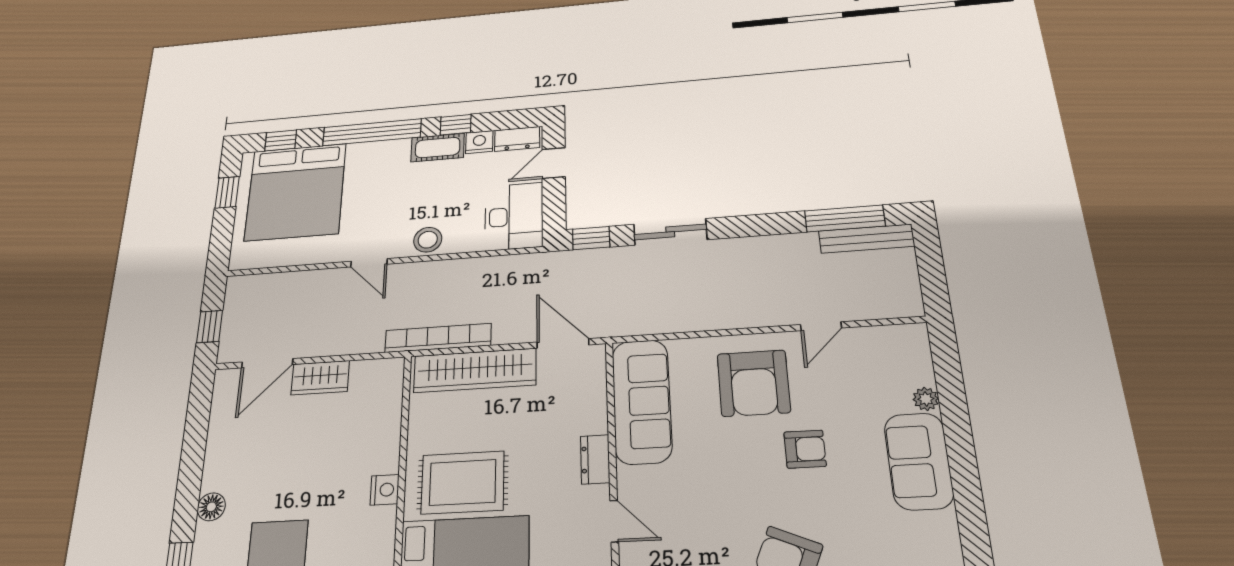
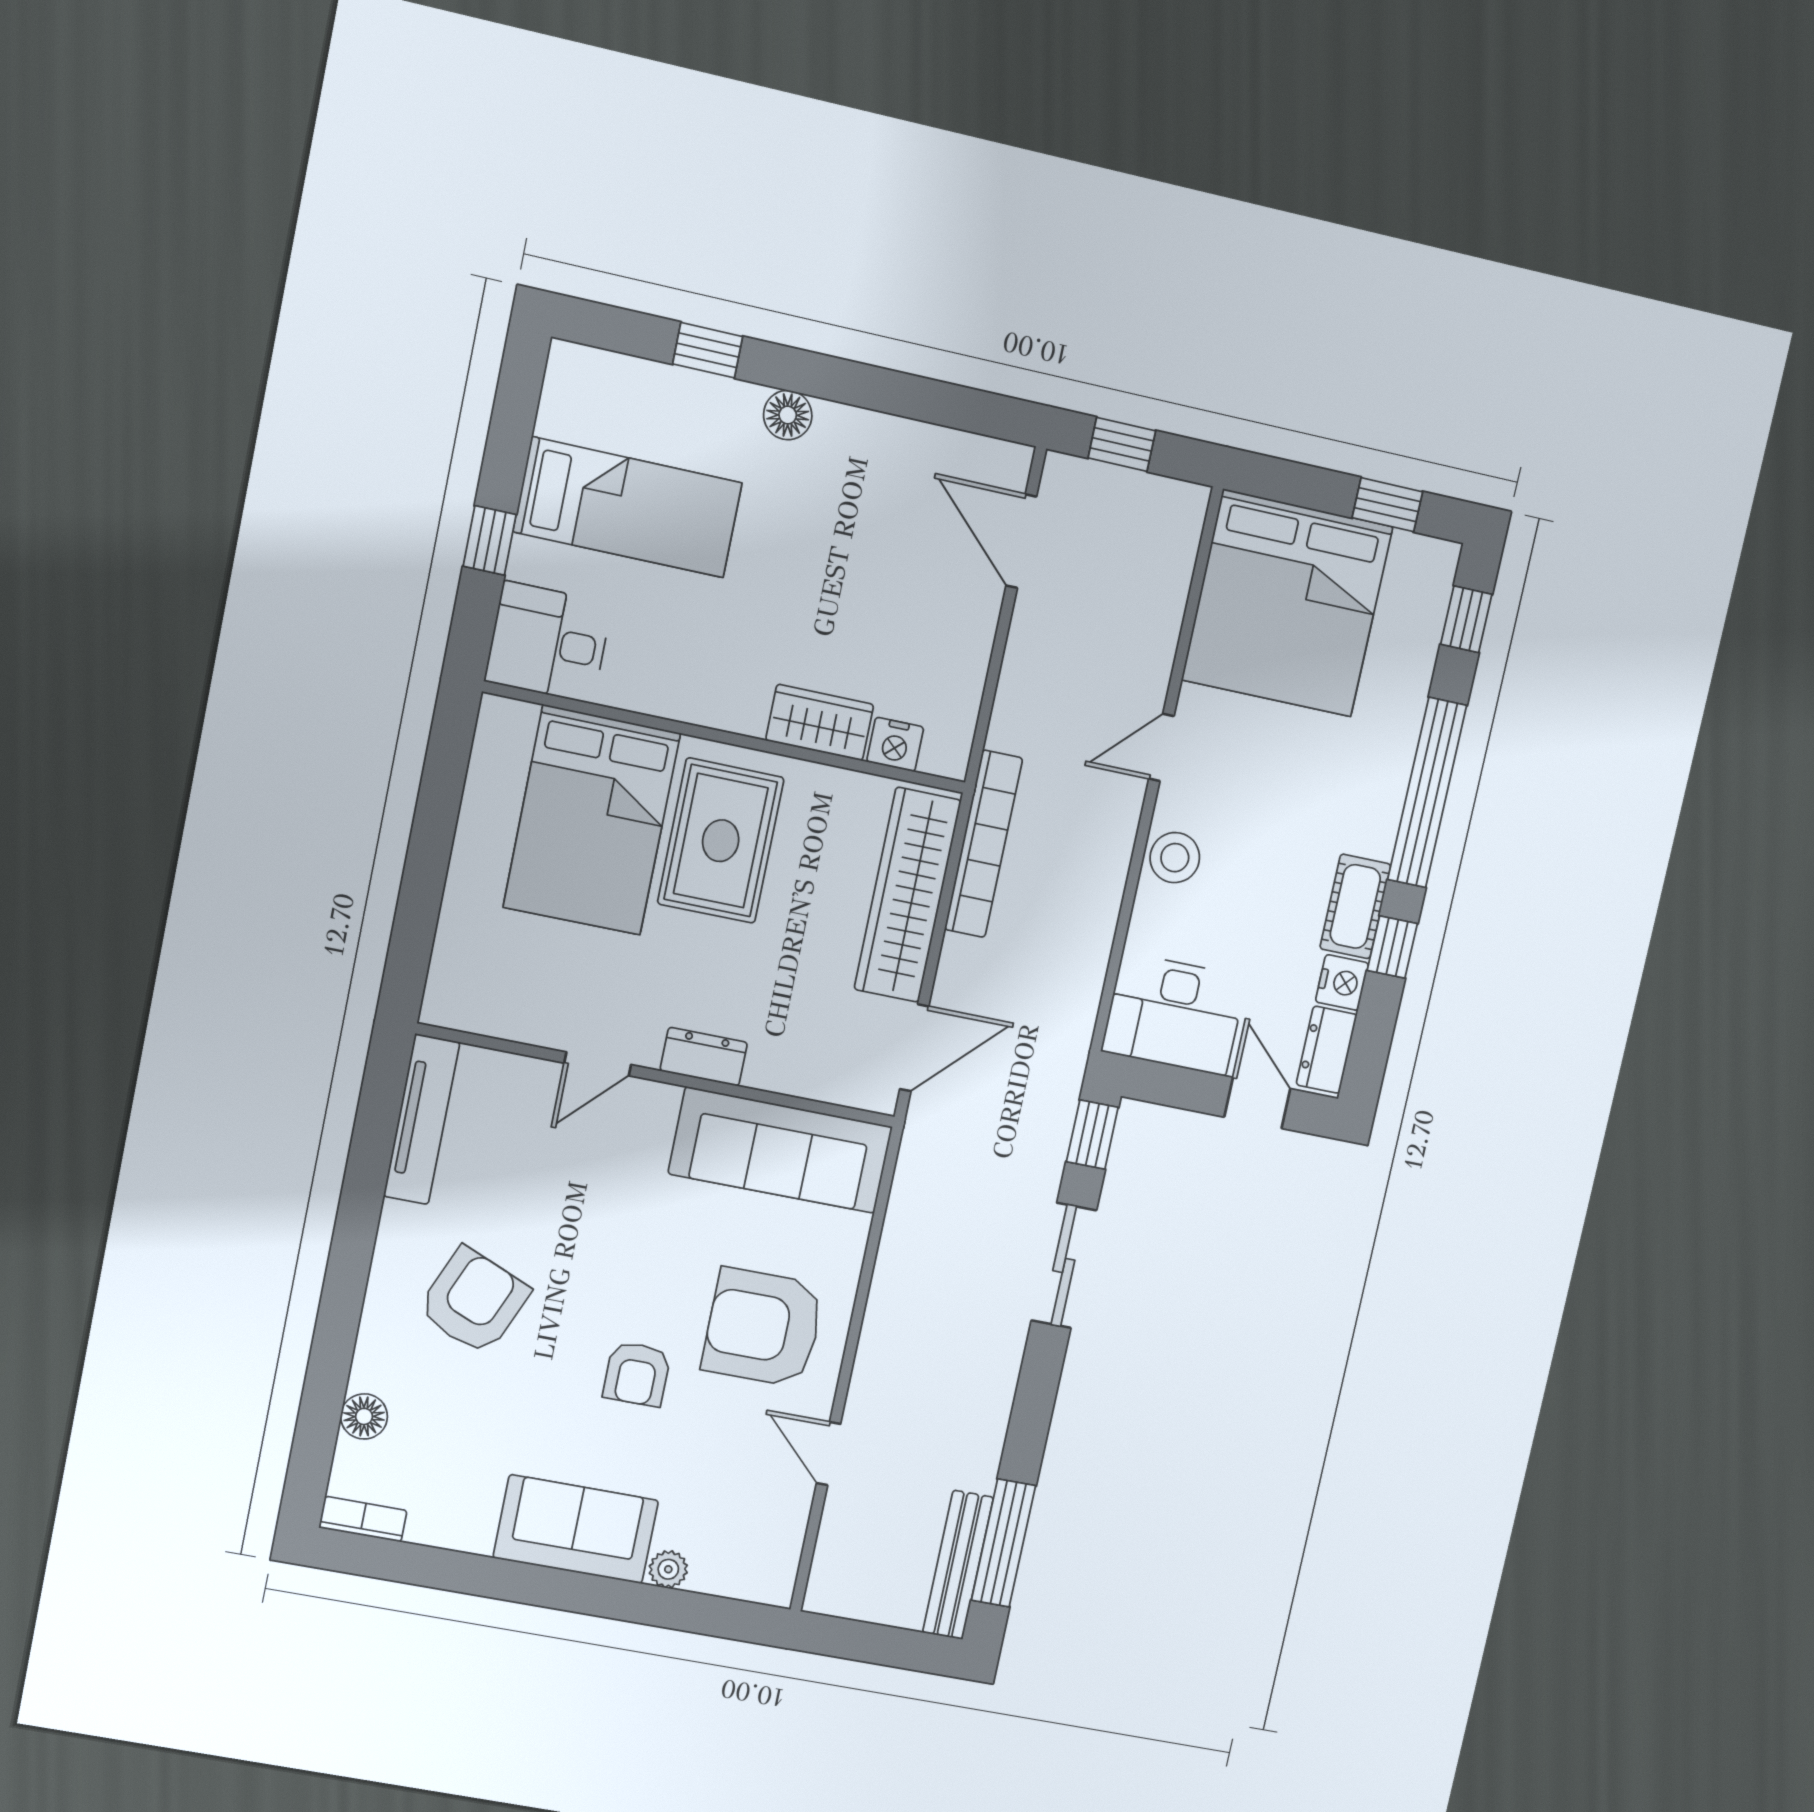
bed: (296, 192) -> (1287, 603), moved, turned -90
wardrobe: (320, 378) -> (820, 722), moved, turned 90
nightstand: (385, 490) -> (895, 744), moved

